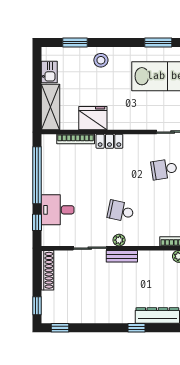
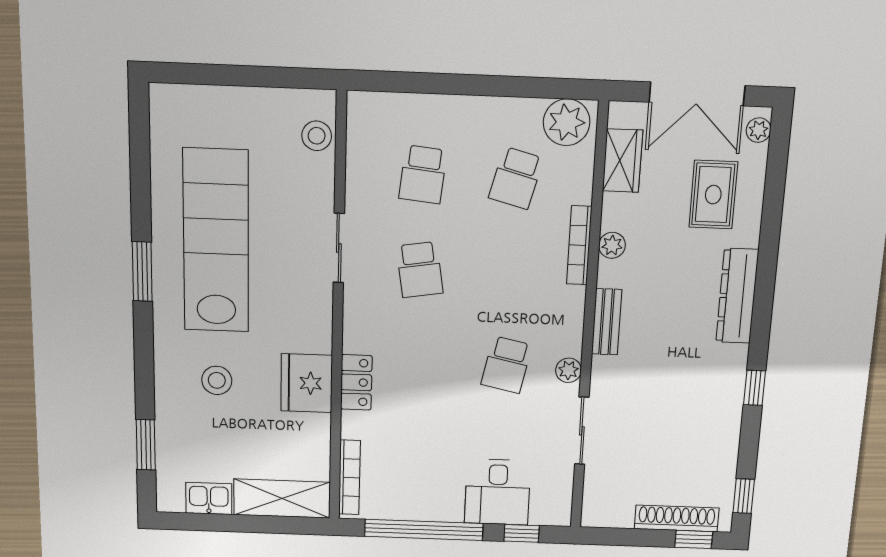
stool: (101, 60) -> (217, 380), moved
fridge: (93, 118) -> (307, 383), moved
bookcase: (76, 139) -> (349, 477), moved
bench: (122, 256) -> (607, 322), moved
shoe rack: (47, 270) -> (677, 518), moved
window: (137, 328) -> (755, 388), moved

